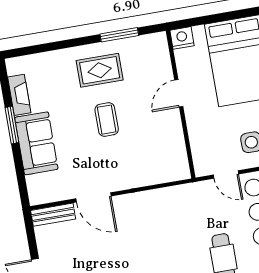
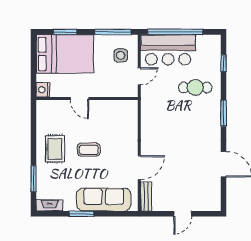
window: (119, 35) -> (33, 179), moved
fireplace: (19, 95) -> (50, 205), moved
sofa: (36, 143) -> (104, 200), width x1.36

